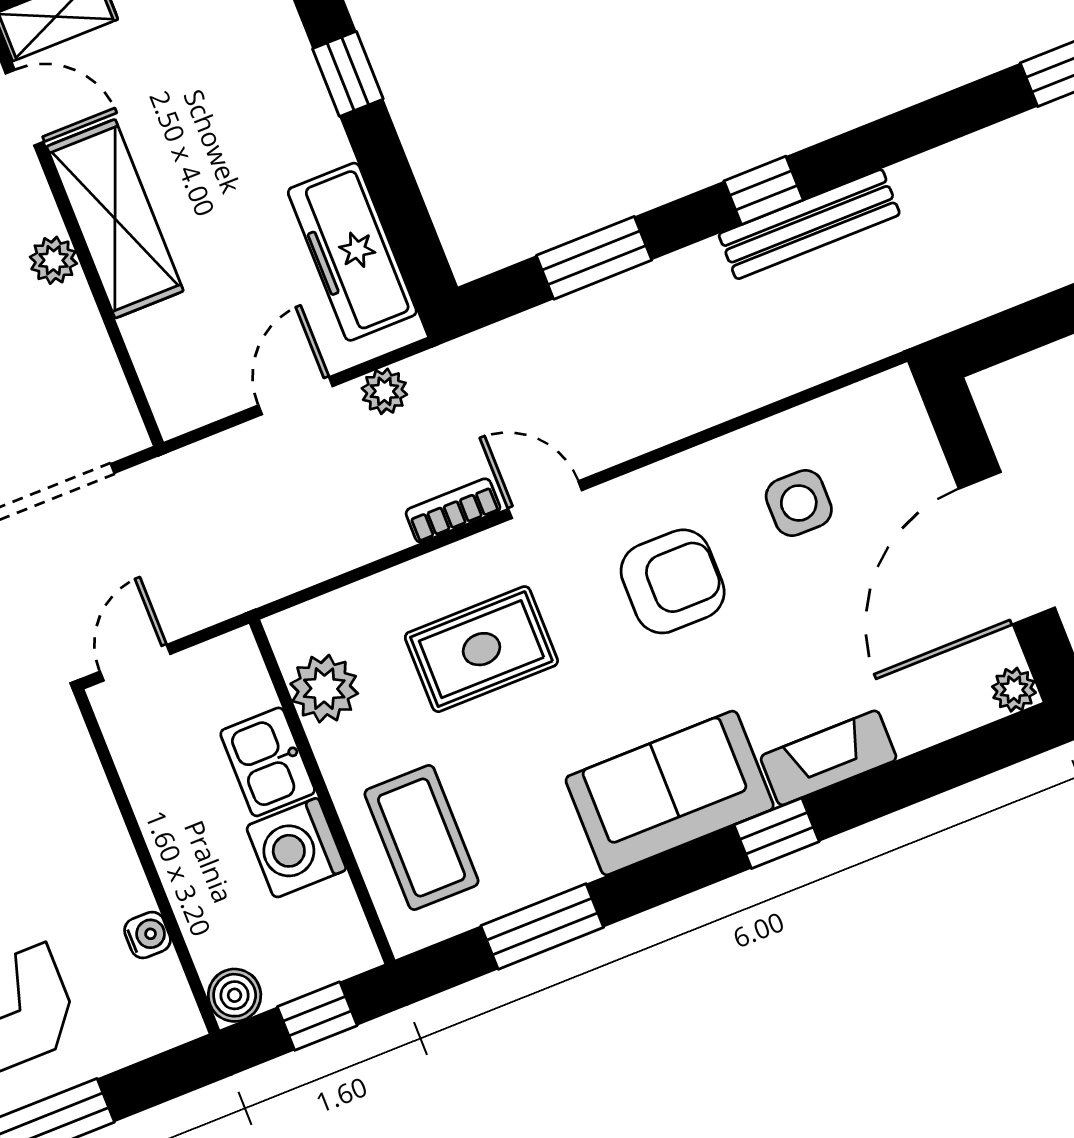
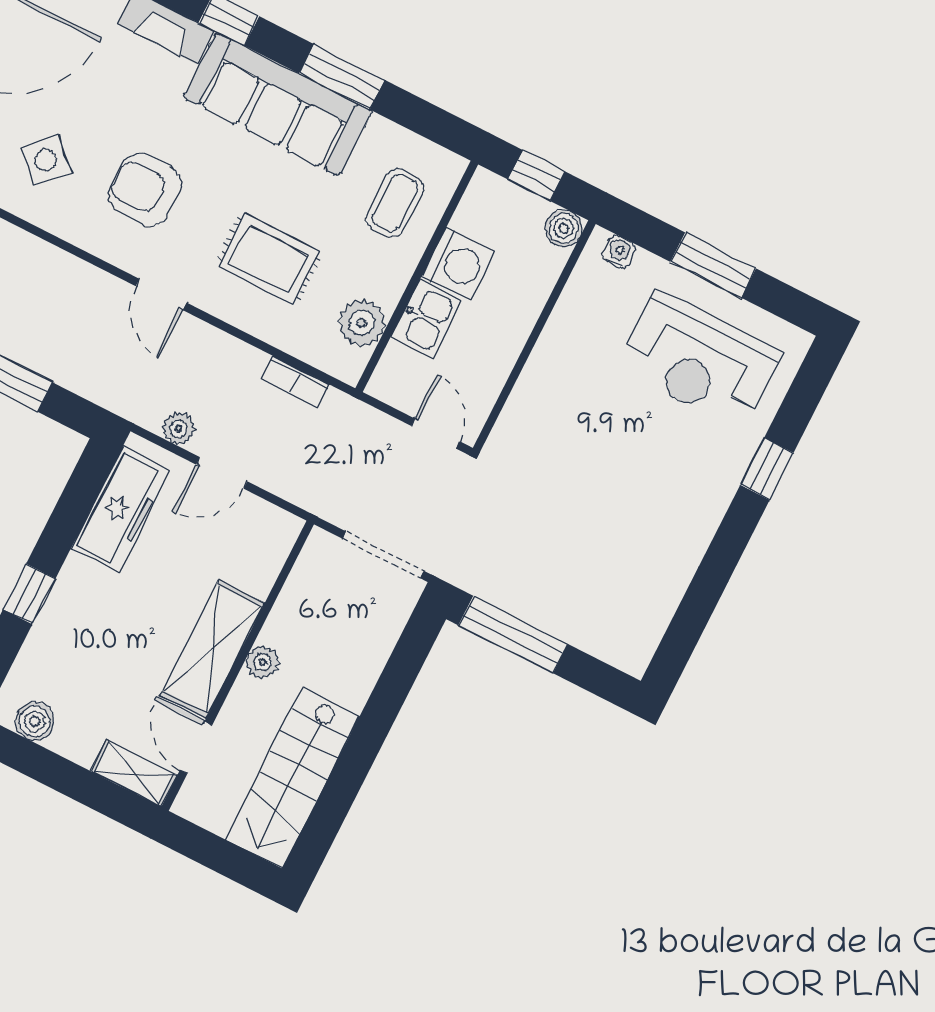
side table: (799, 503) -> (46, 160), turned 45
bookcase: (453, 510) -> (296, 382), moved
door: (135, 663) -> (436, 434), swing flipped
sofa: (670, 793) -> (278, 104), width x1.36
coffee table: (422, 838) -> (395, 203), width x0.73, depth x0.77
window: (542, 927) -> (342, 77), moved
water cooler: (147, 935) -> (619, 252), moved, turned 90

